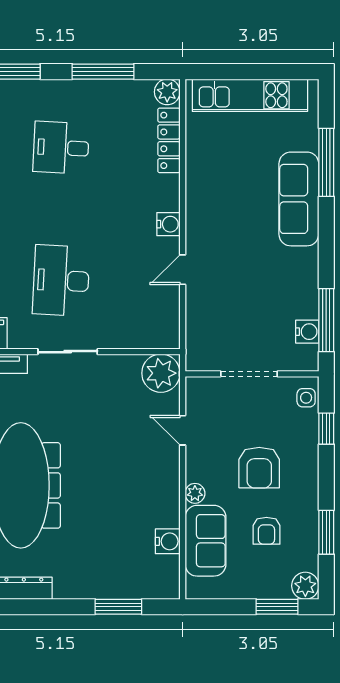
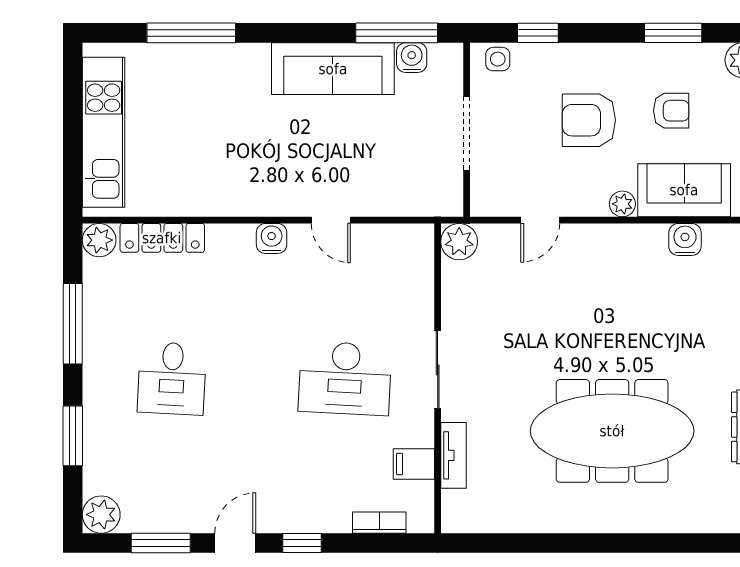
sofa: (299, 199) -> (333, 69), moved
plant: (161, 373) -> (459, 242), width x0.73, depth x0.73
armchair: (259, 468) -> (589, 120), turned 180

